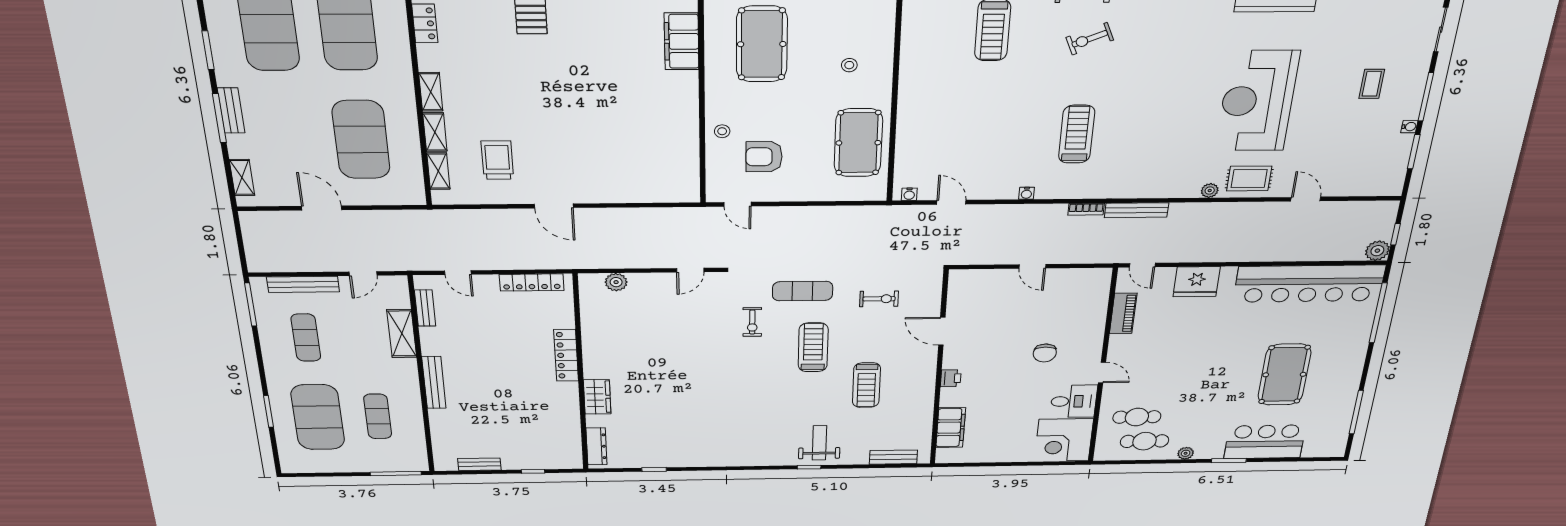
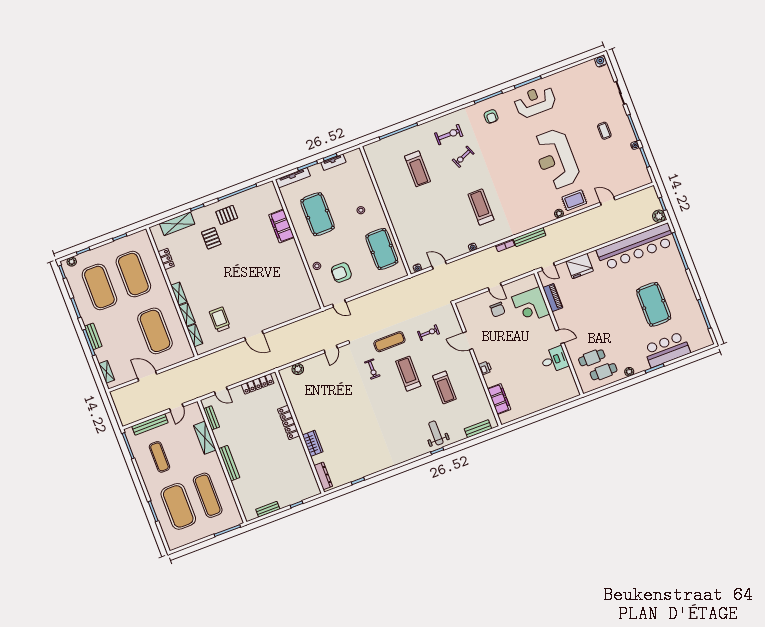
chair: (1045, 353) -> (498, 310), moved
exercise mat: (378, 416) -> (208, 495), width x1.36, depth x1.45
corner desk: (1064, 440) -> (531, 306), moved

